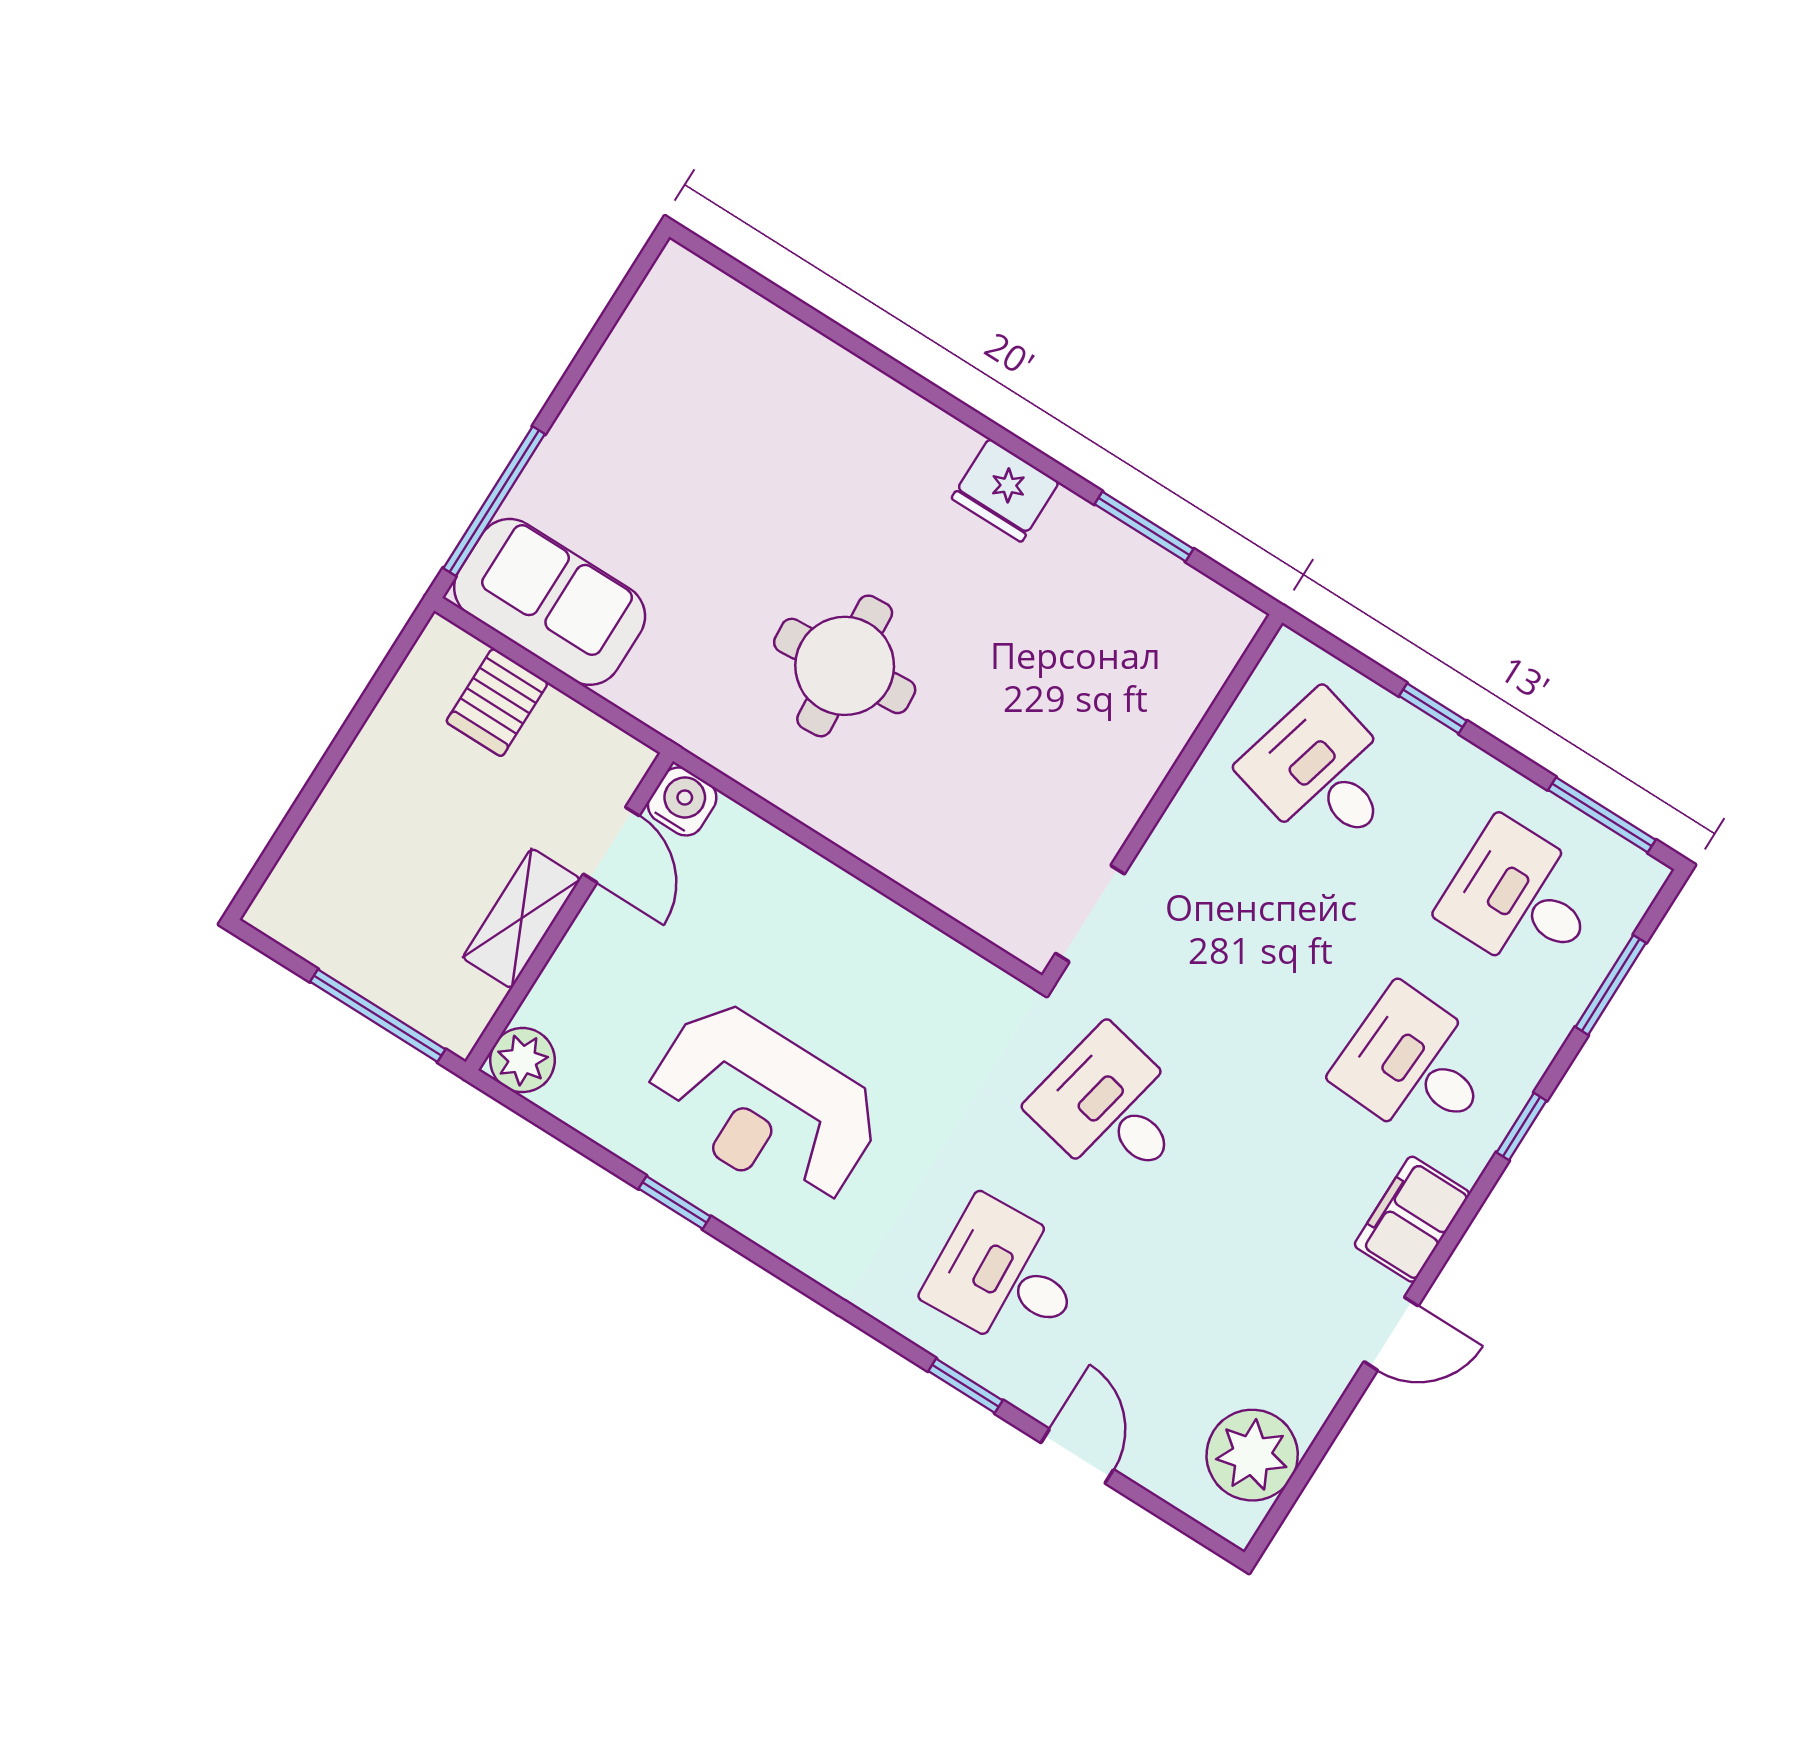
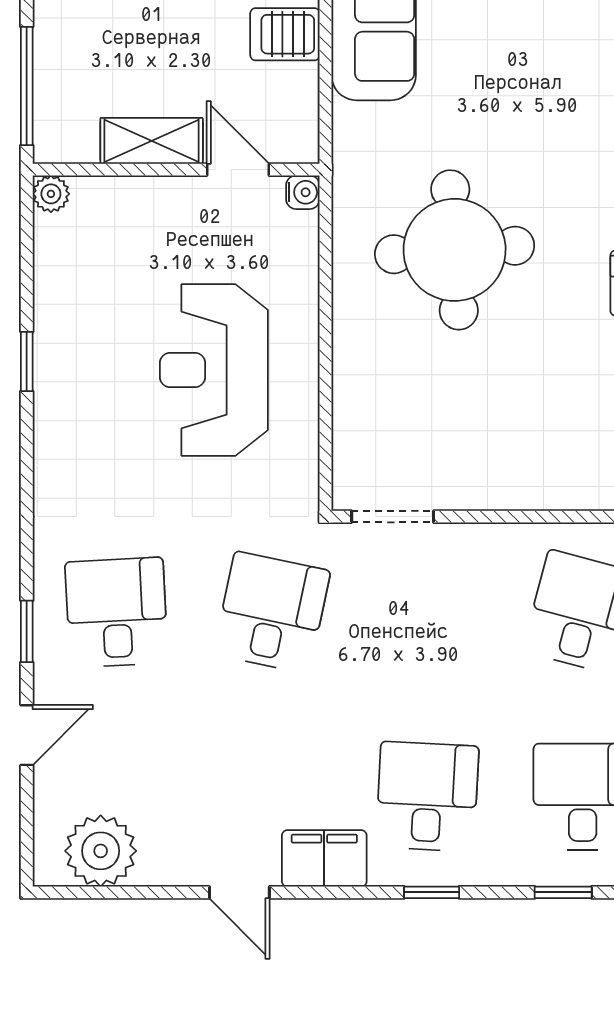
round table: (845, 666) -> (455, 250), width x1.36, depth x1.36
water cooler: (682, 801) -> (303, 192), width x0.72, depth x0.72
door: (611, 845) -> (238, 170), swing flipped
window: (1611, 985) -> (563, 892), width x0.67
plant: (522, 1060) -> (51, 194), width x0.73, depth x0.73
reception desk: (764, 1106) -> (214, 370), moved

